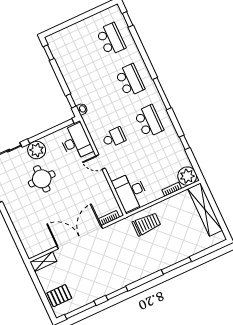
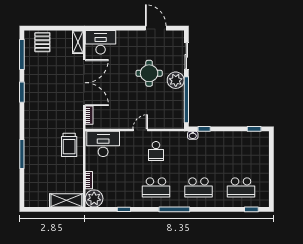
desk: (76, 142) -> (101, 42), moved, turned 180
shelving: (205, 210) -> (66, 200), width x0.68

